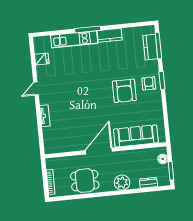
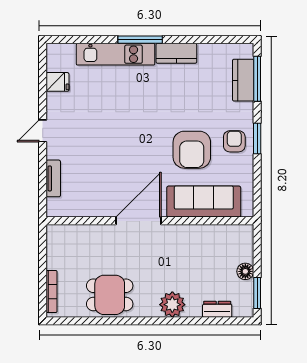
sofa: (136, 136) -> (204, 202), moved
wall: (106, 150) -> (150, 221), moved
door: (99, 151) -> (139, 221), moved

